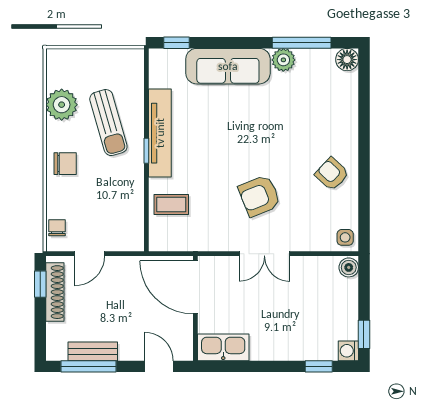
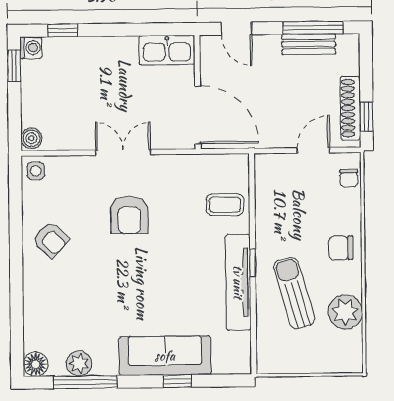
window: (177, 43) -> (177, 381), moved
plant: (283, 60) -> (79, 363), moved
armchair: (259, 196) -> (129, 215), turned 112

